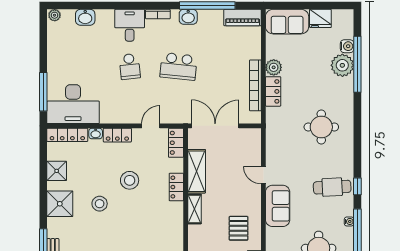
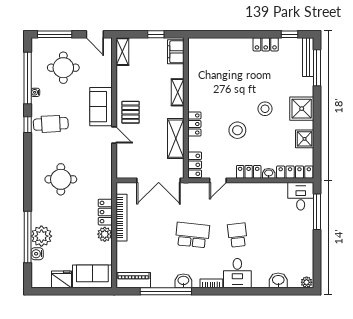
desk: (73, 104) -> (301, 196), width x0.53, depth x0.77
shelving: (194, 209) -> (178, 92), moved
pallet: (239, 228) -> (130, 112), moved

